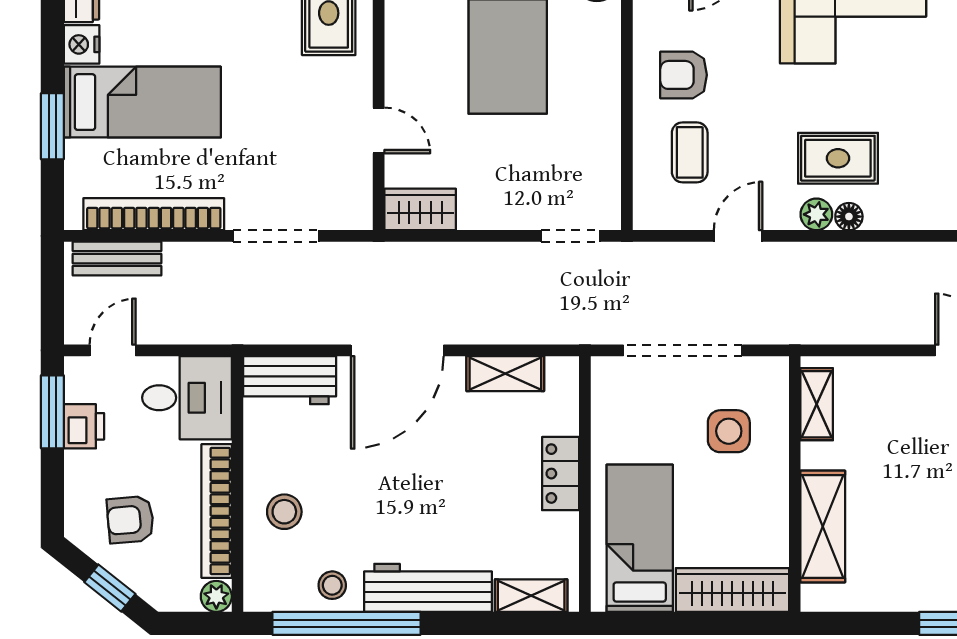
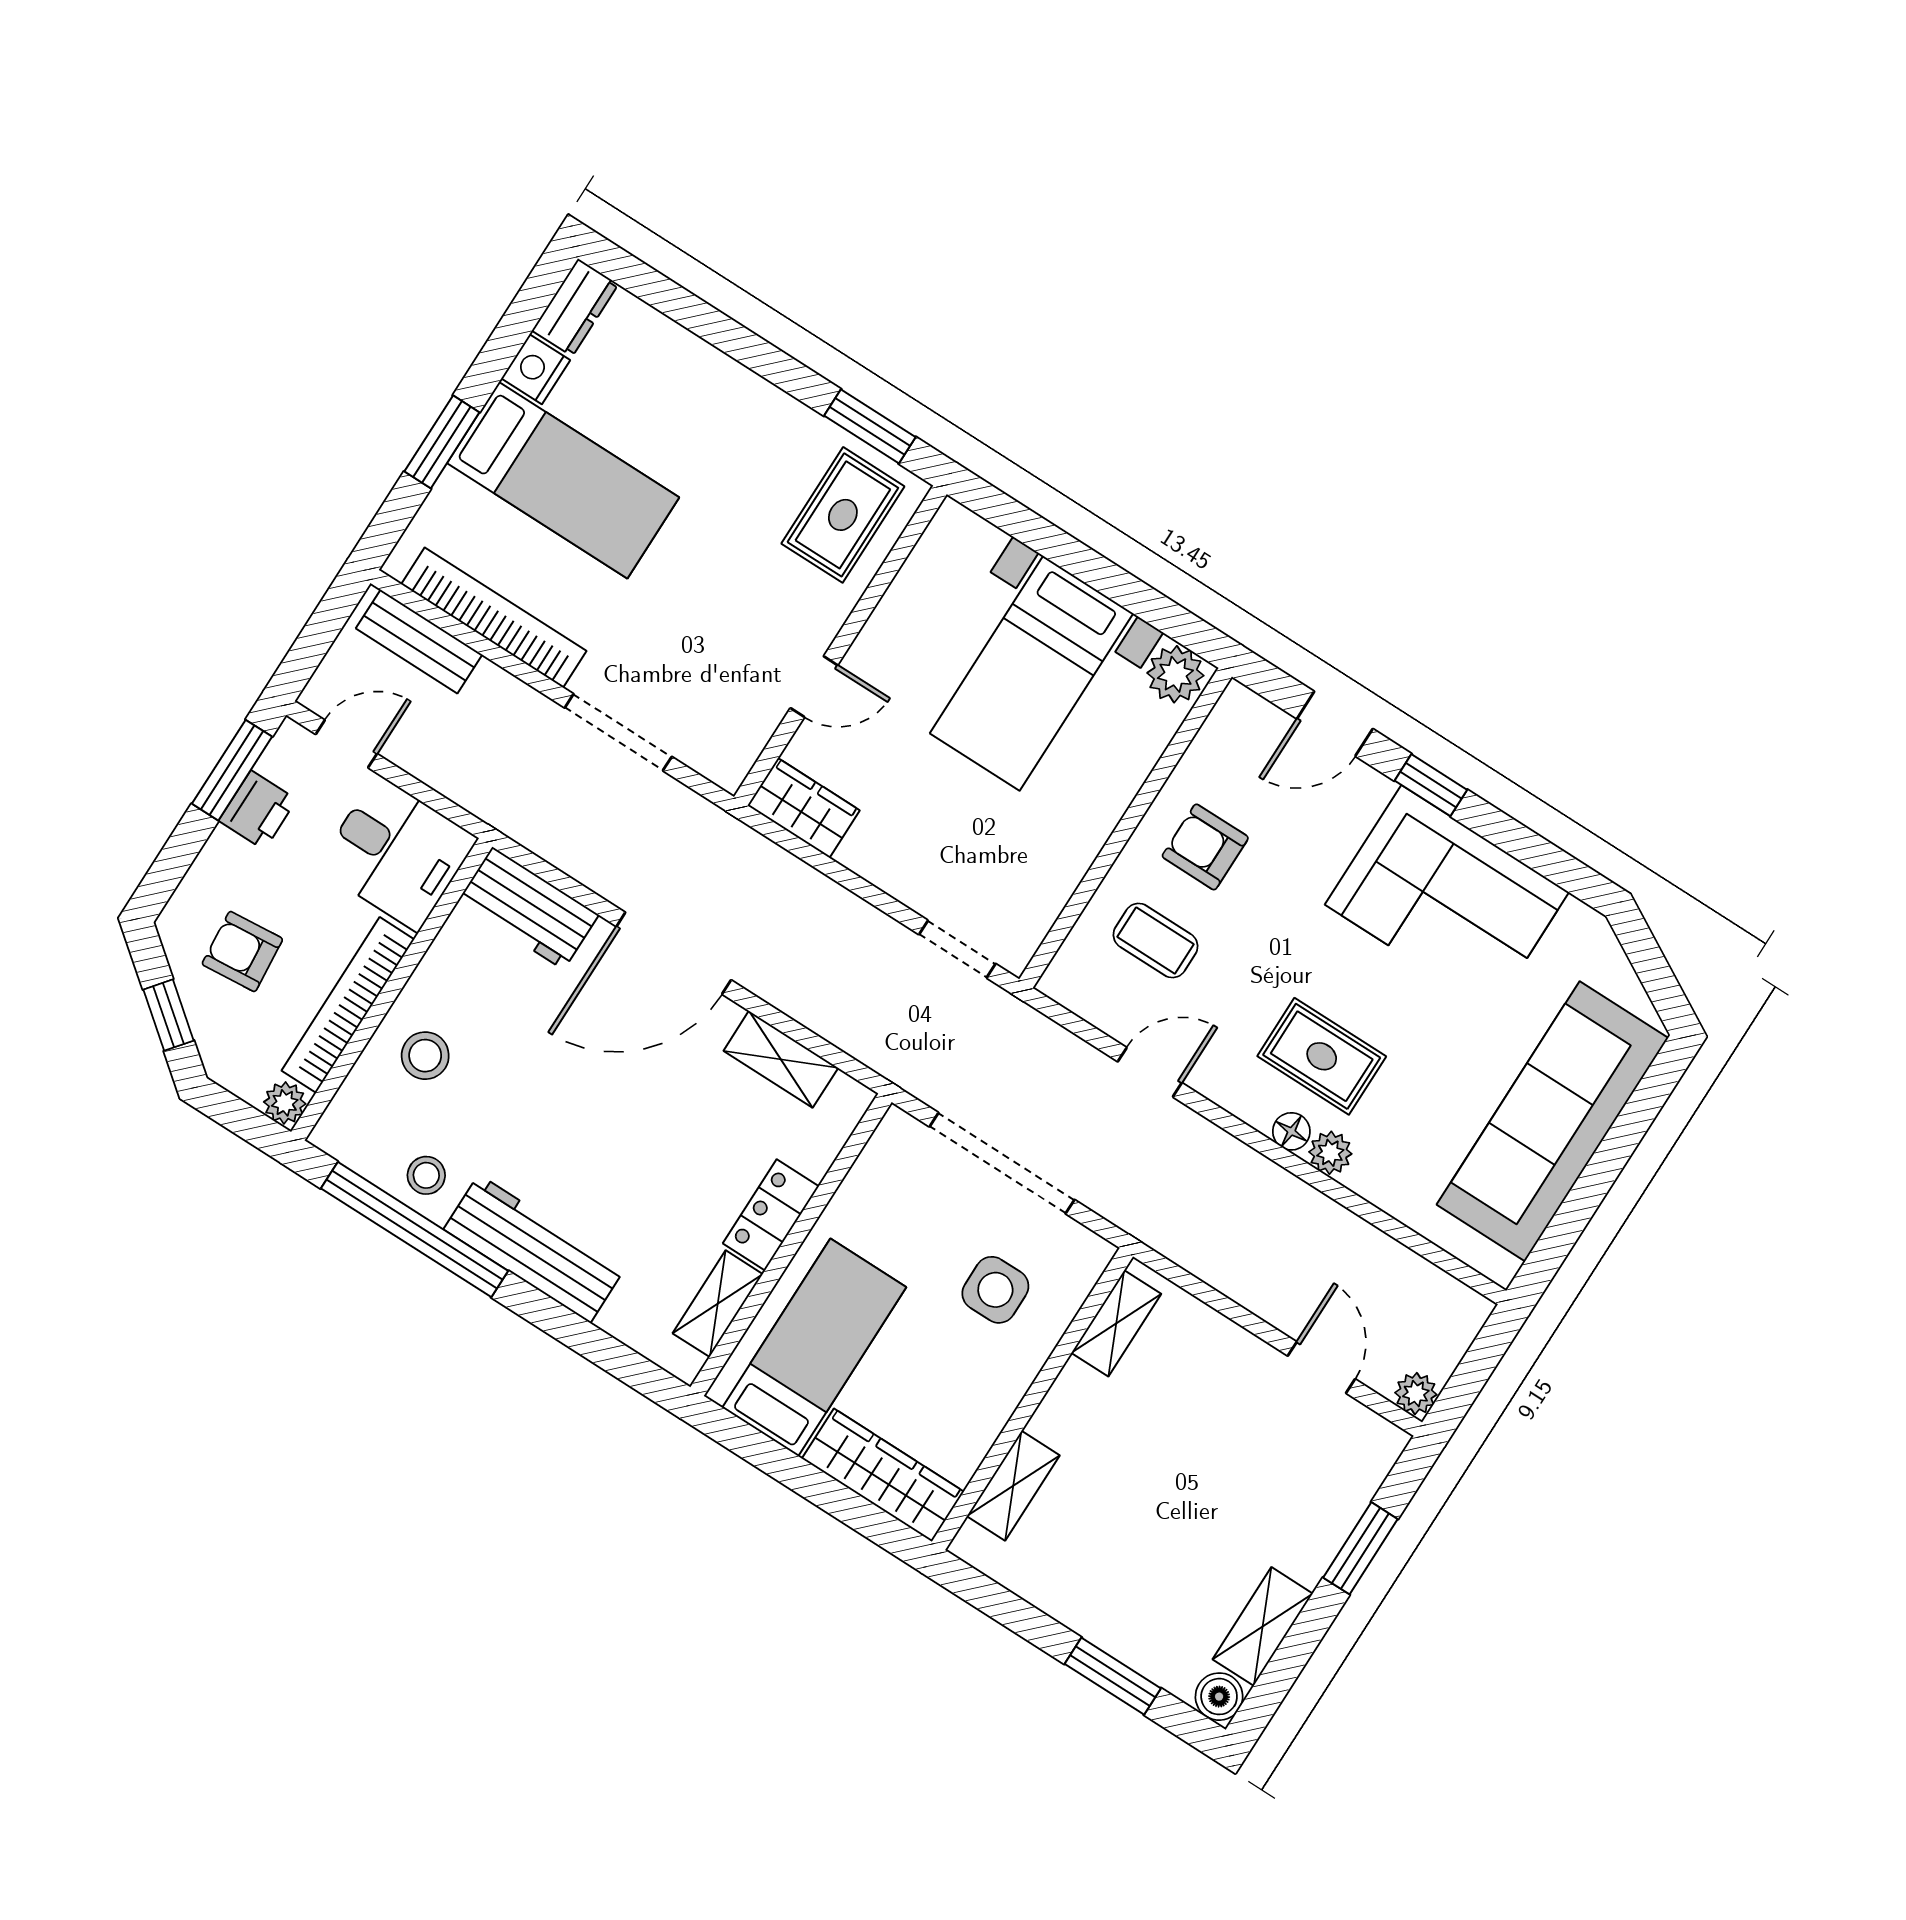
door: (379, 130) -> (814, 687), hinge flipped
coffee table: (690, 152) -> (1155, 940), turned 90
plant: (816, 214) -> (1330, 1153), moved
shelving: (823, 526) -> (1013, 1486), width x0.67, depth x0.75
shelving: (531, 596) -> (718, 1304), moved, turned 90

